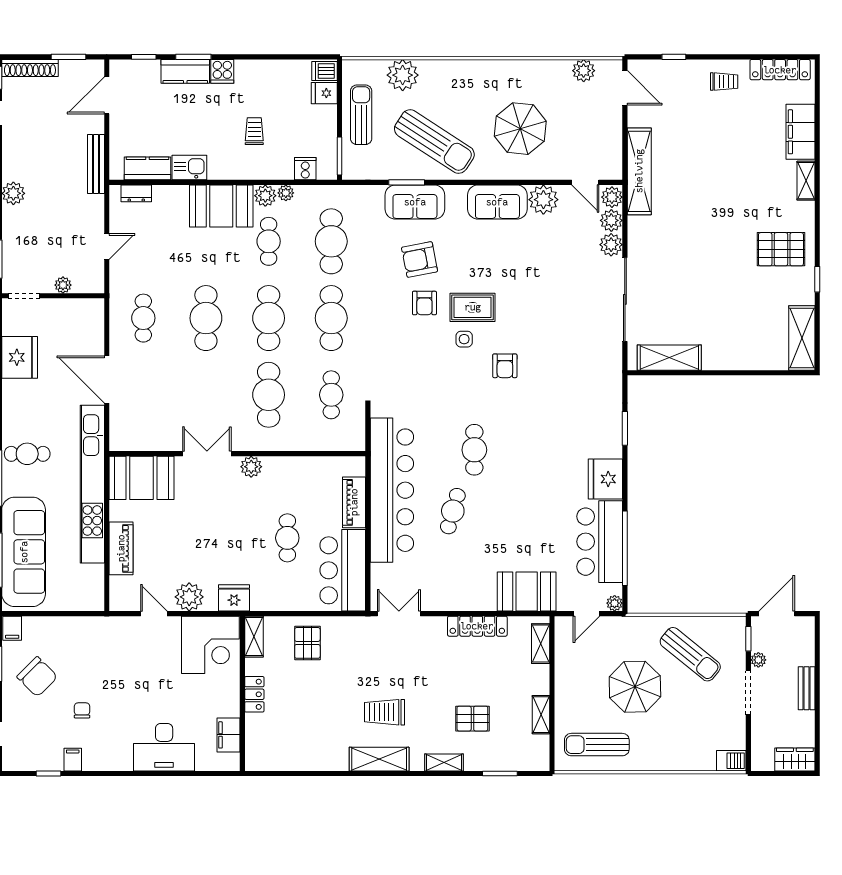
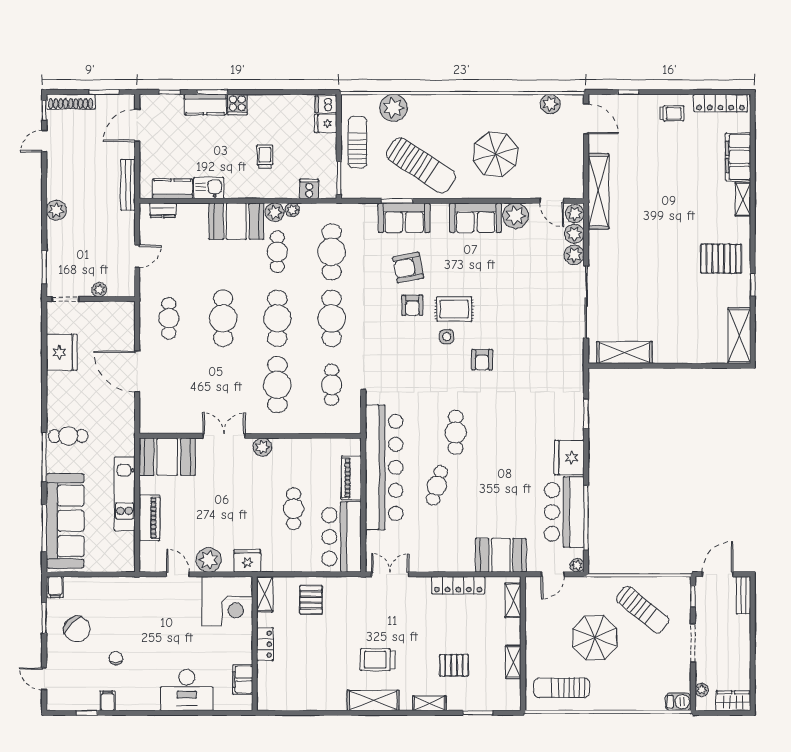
kitchen unit: (92, 484) -> (125, 494), width x0.54
plant: (758, 660) -> (702, 690), moved
bench: (807, 688) -> (743, 595), moved

